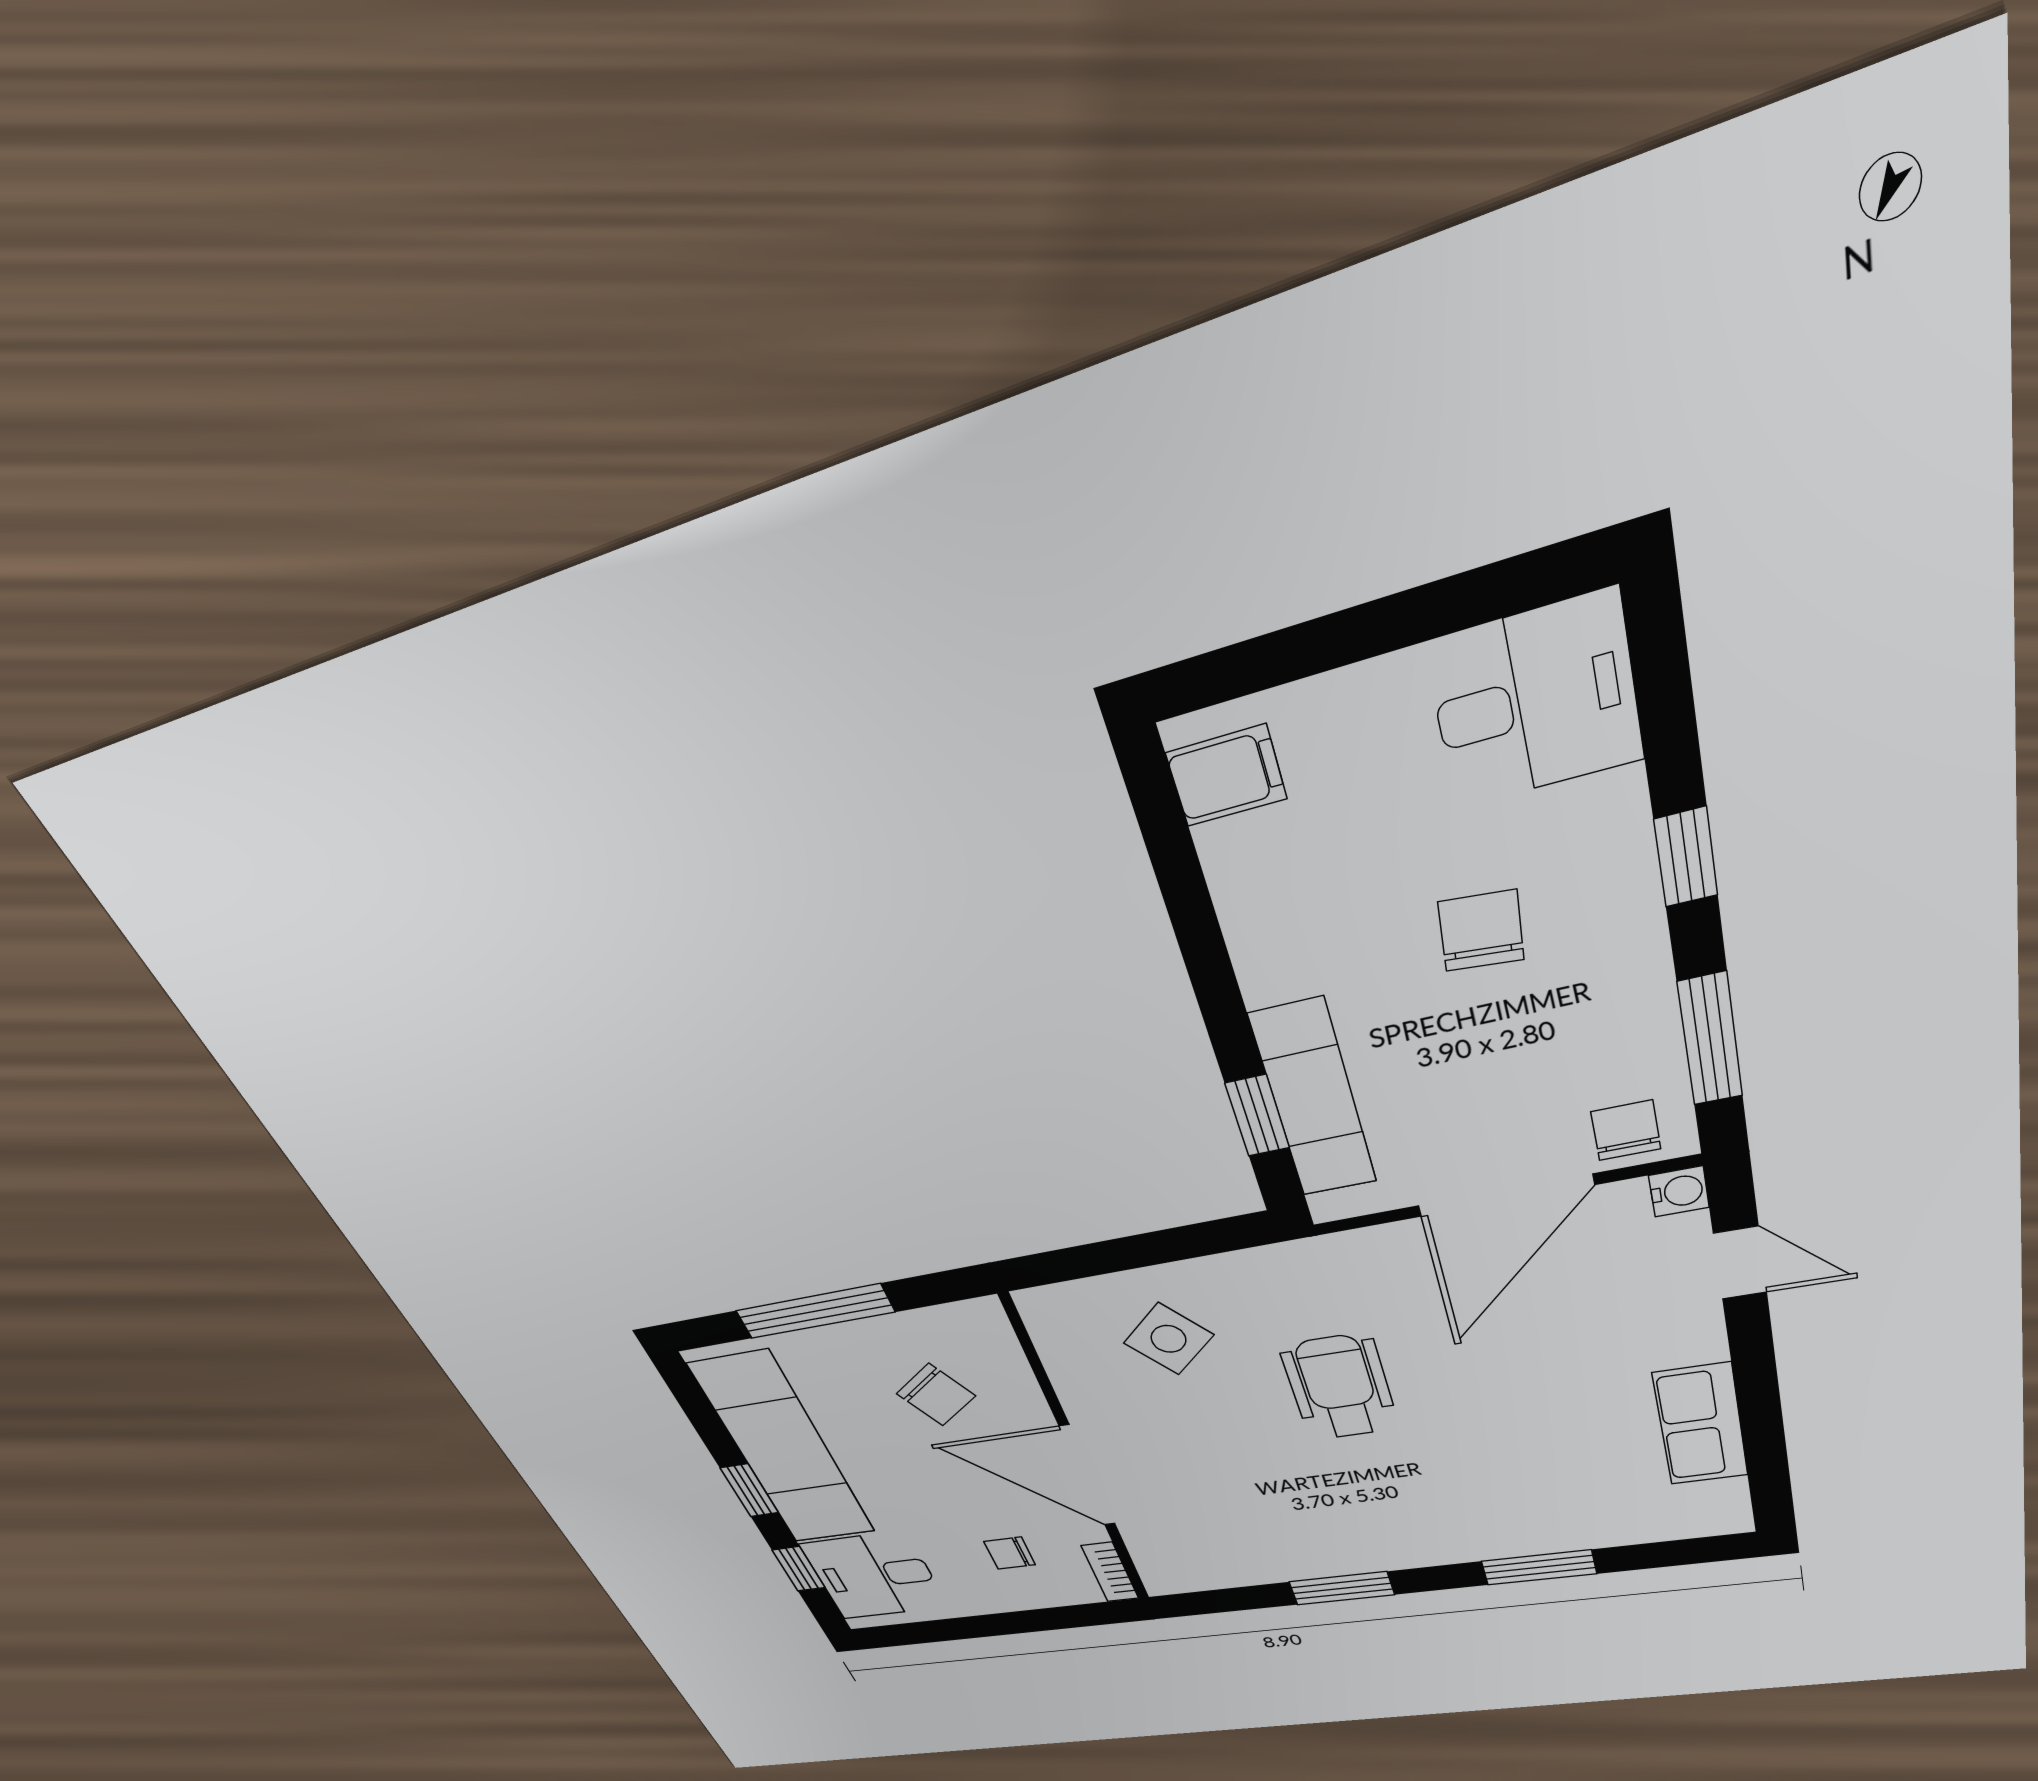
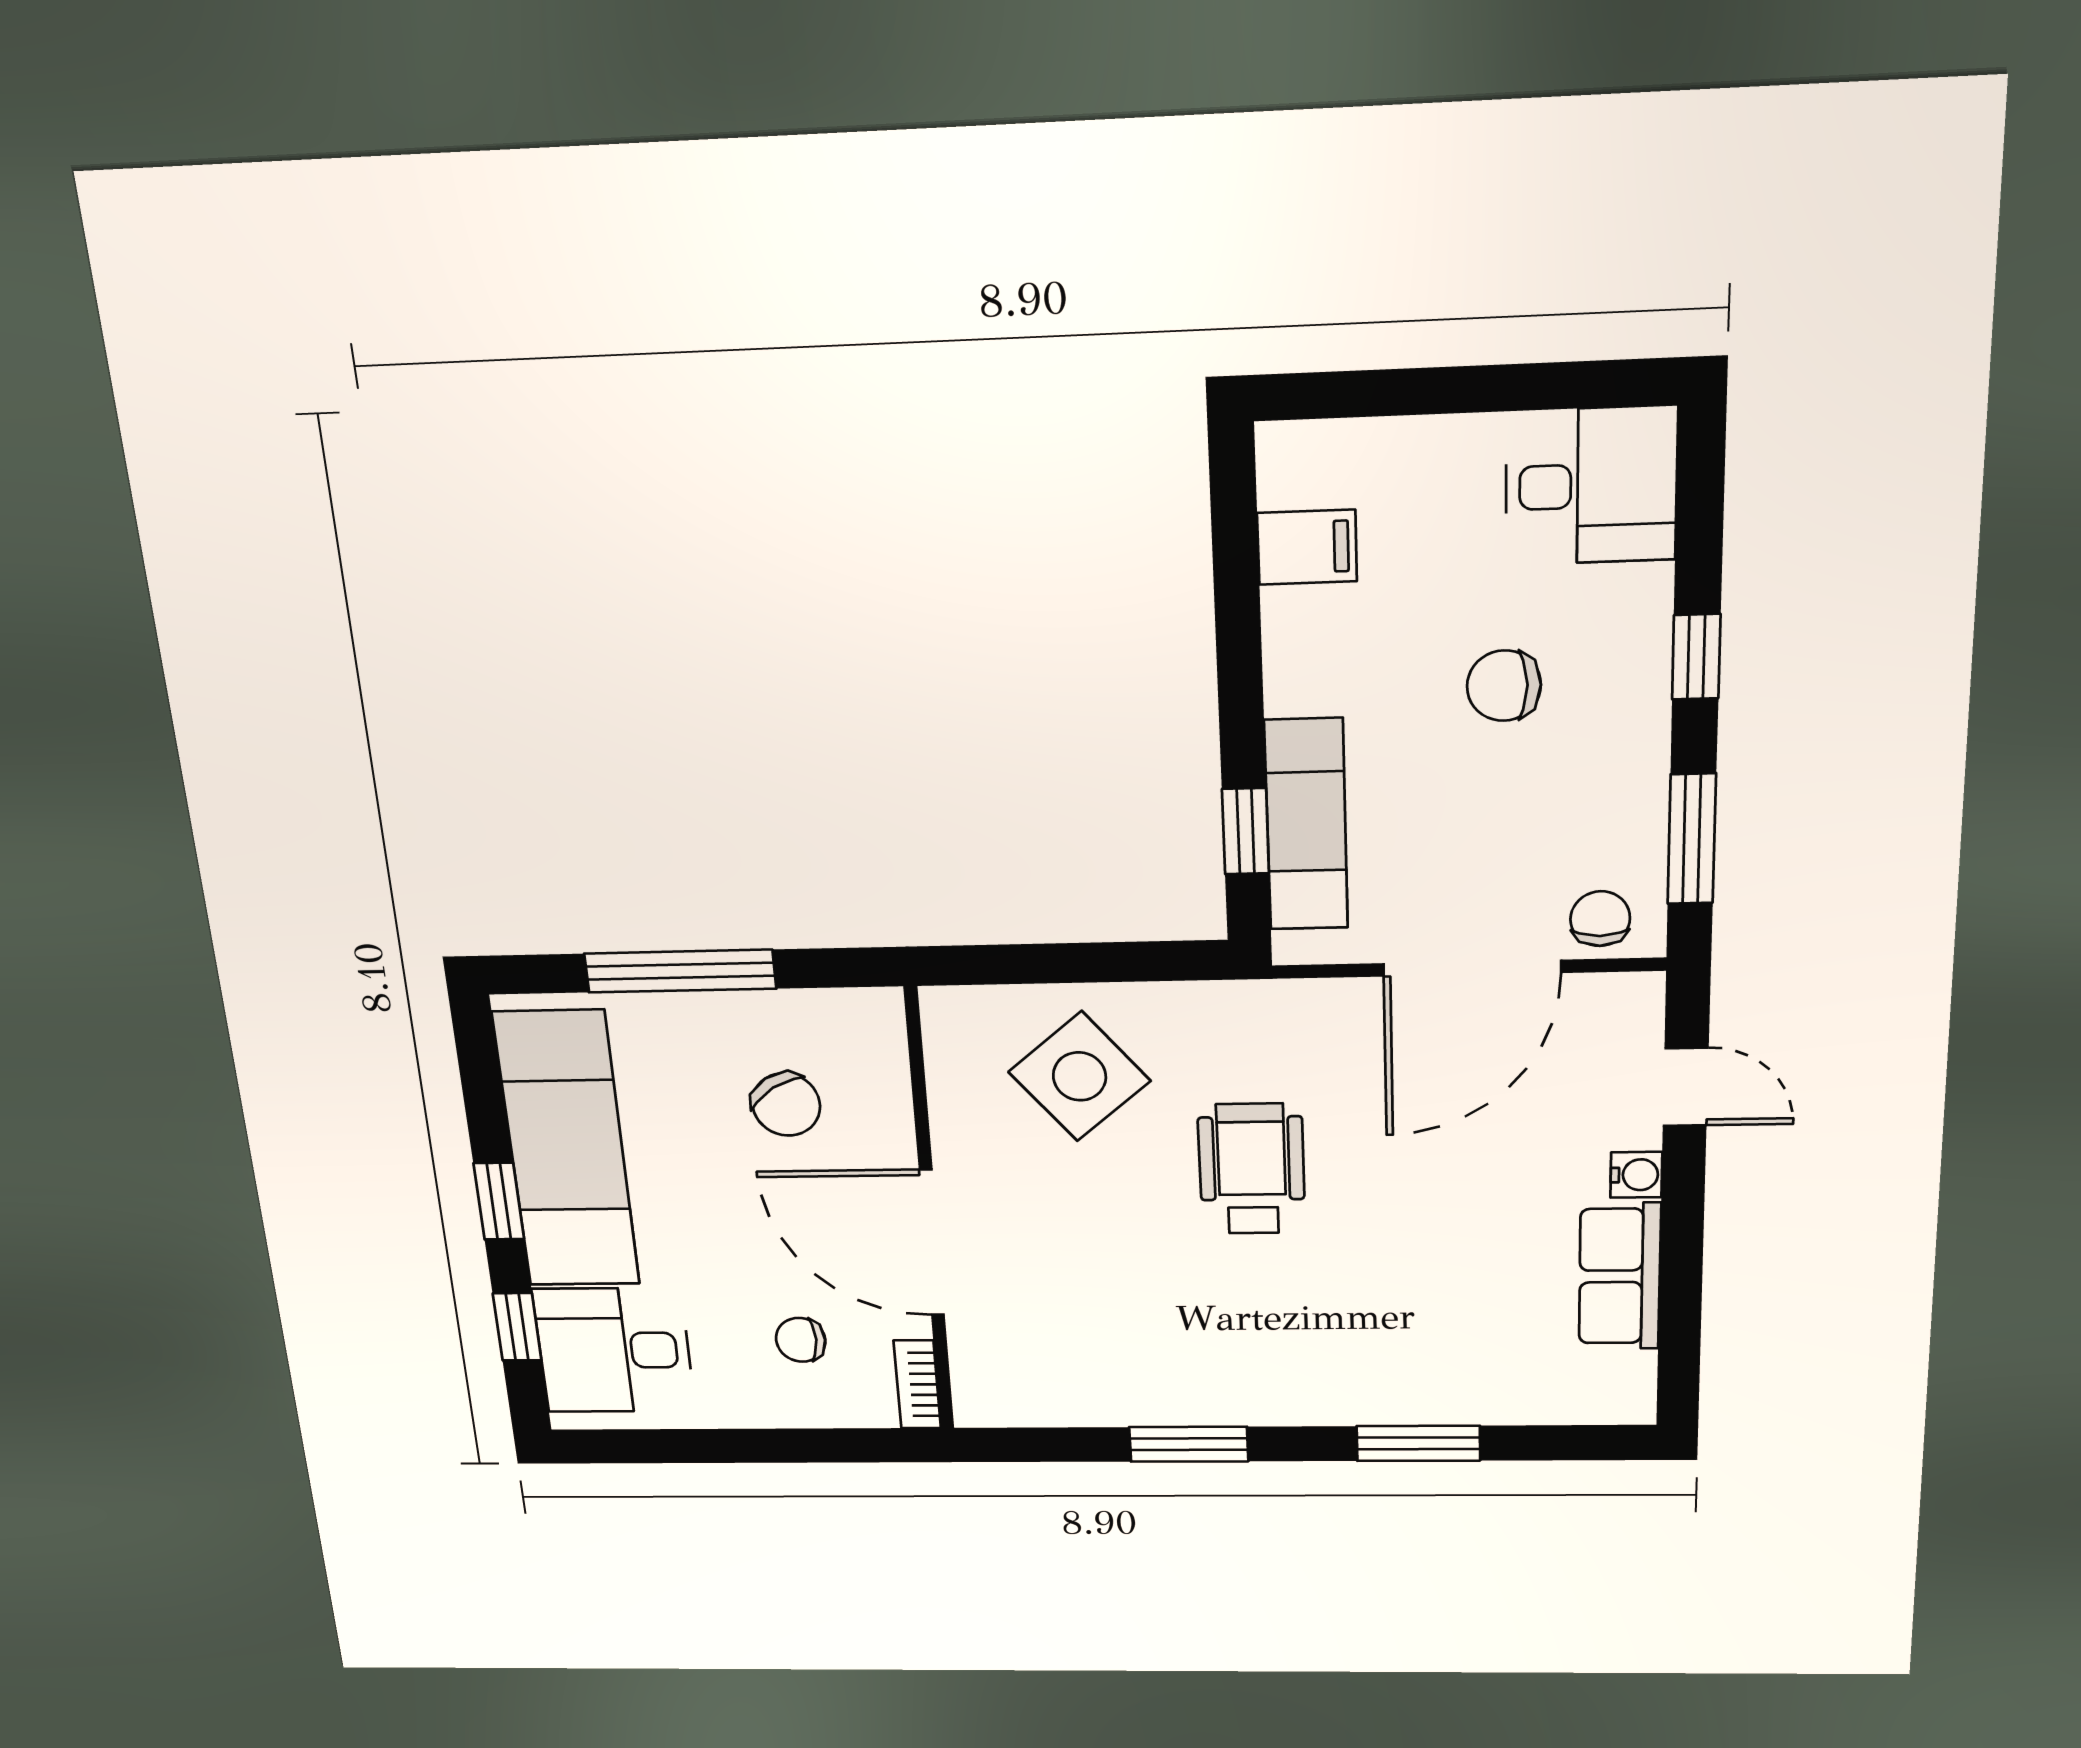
filing cabinet: (1226, 776) -> (1307, 547), moved
chair: (1481, 931) -> (1504, 686), turned -95
water cooler: (1679, 1191) -> (1636, 1175), moved
side table: (1169, 1339) -> (1079, 1076), width x1.37, depth x1.37

